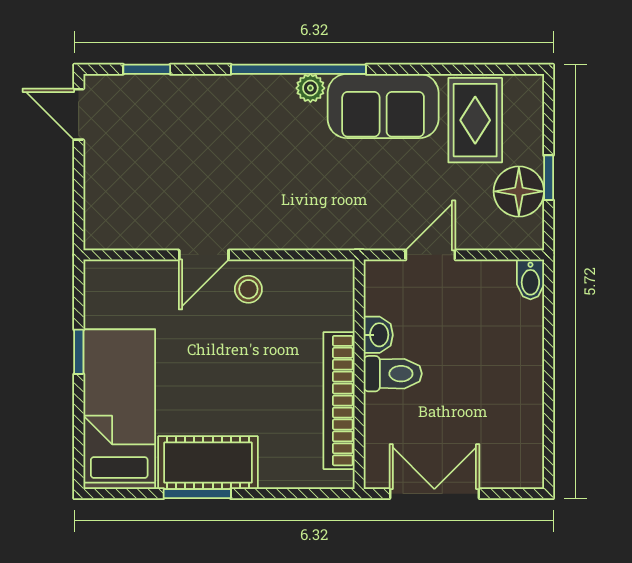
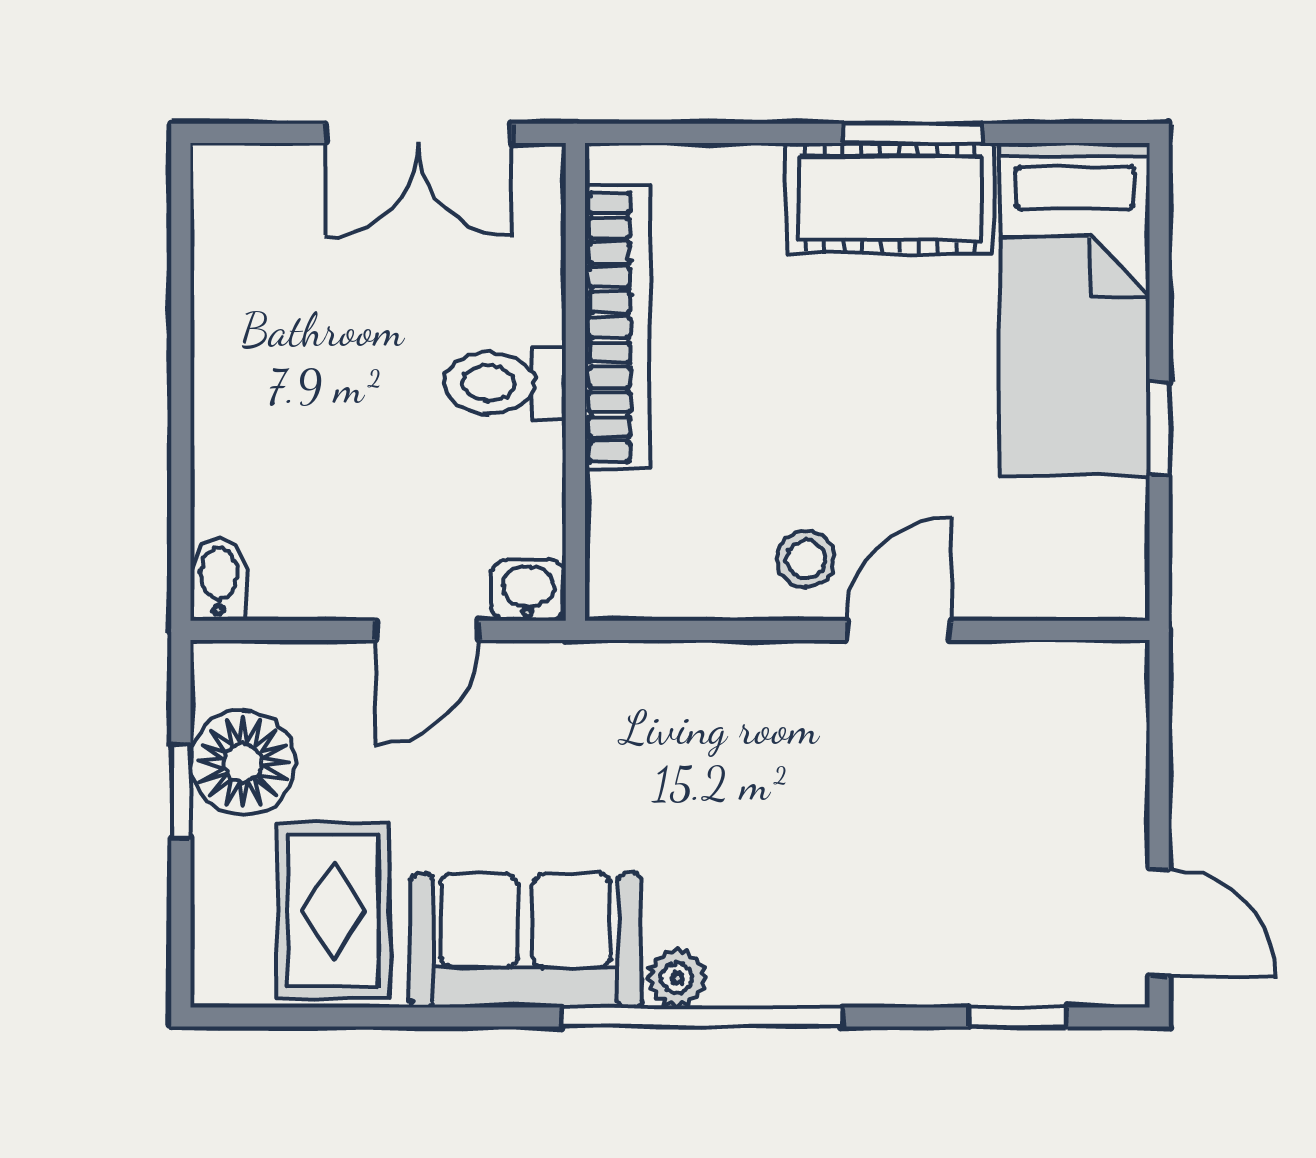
washbasin: (378, 335) -> (528, 590), moved, turned 90

